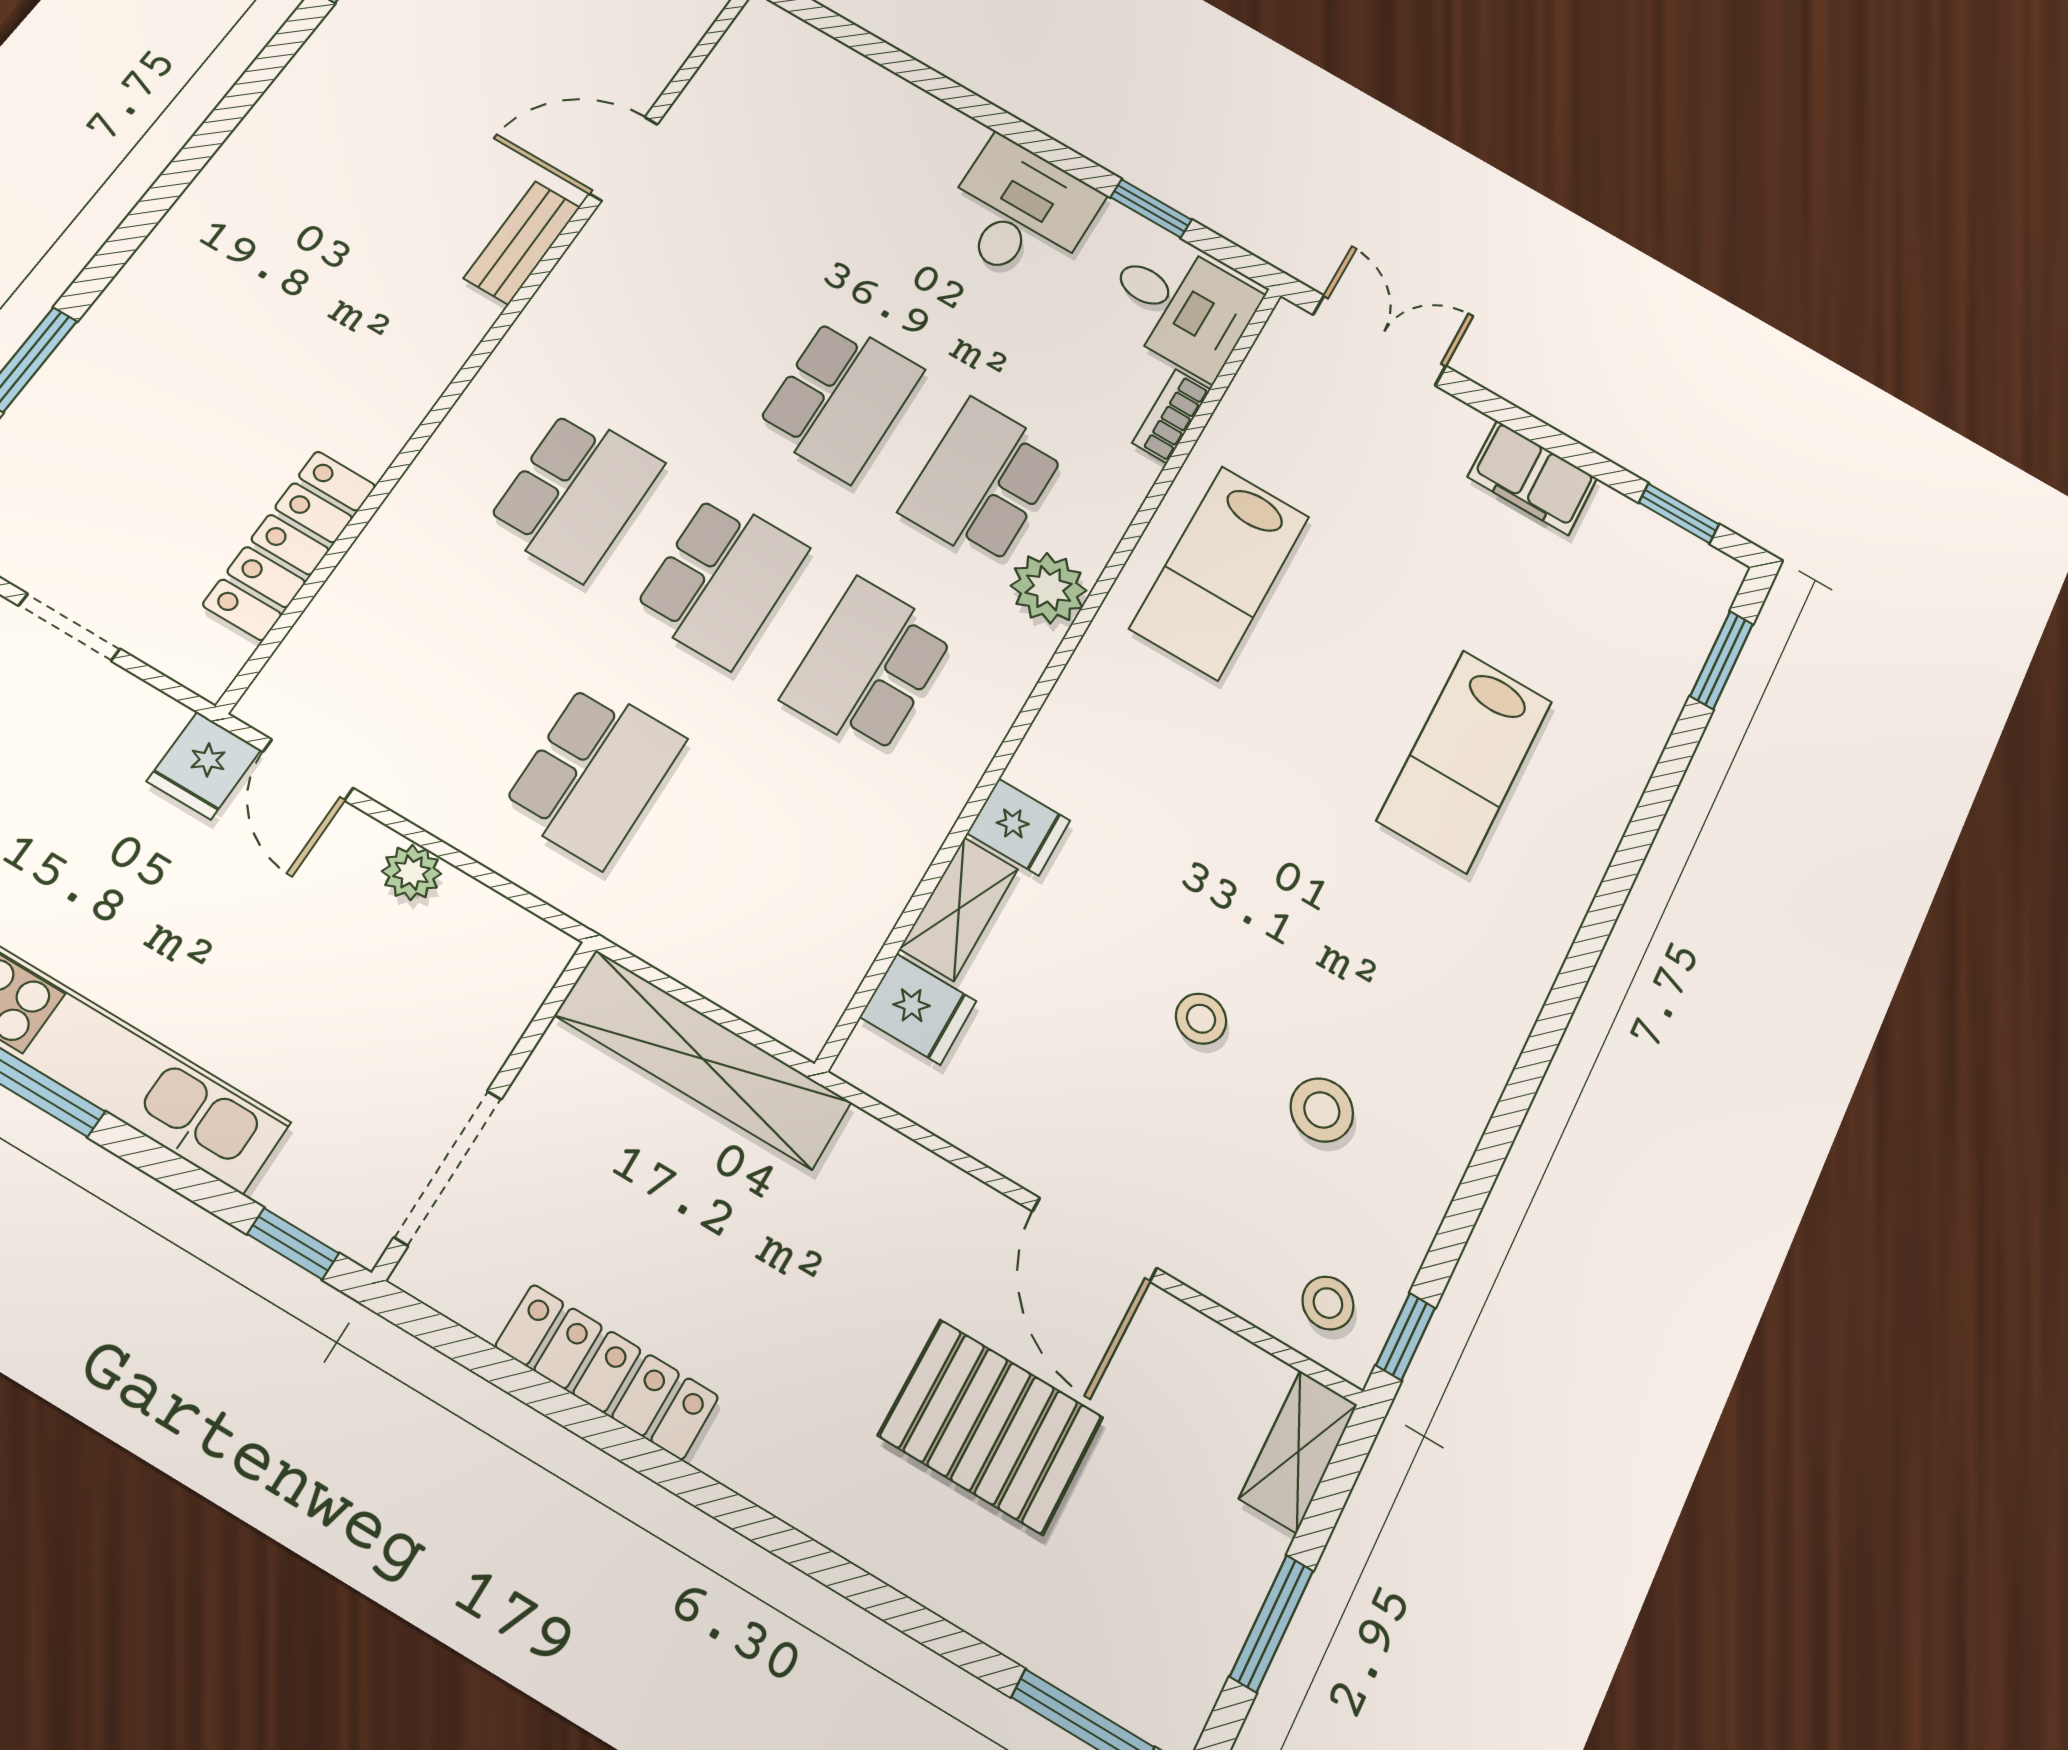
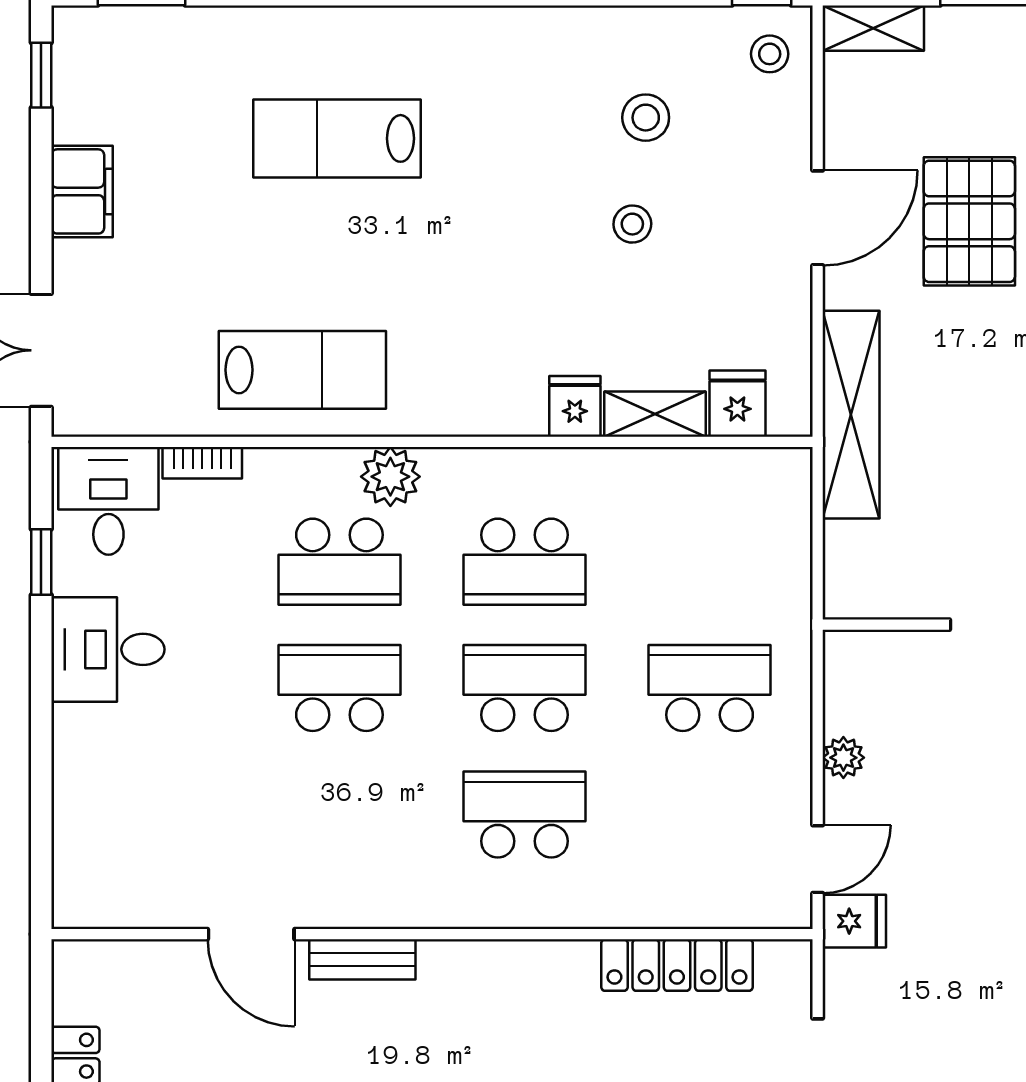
lab bench: (1465, 761) -> (337, 138), turned 180
shelving: (703, 1059) -> (851, 415), moved

